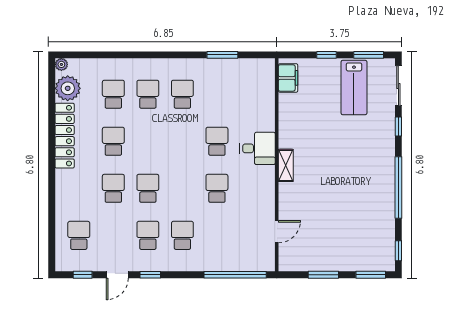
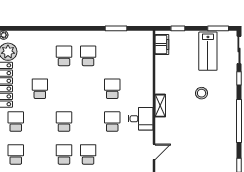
window: (326, 55) -> (178, 28), moved
school desk: (113, 94) -> (40, 56), removed
desk: (258, 148) -> (141, 119), moved
stool: (345, 148) -> (202, 93), added
school desk: (113, 188) -> (16, 122), moved

